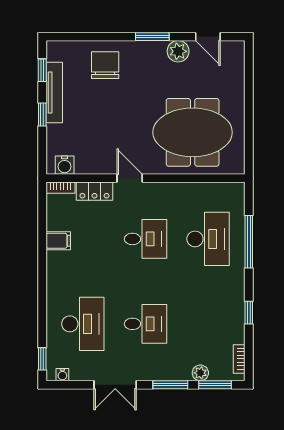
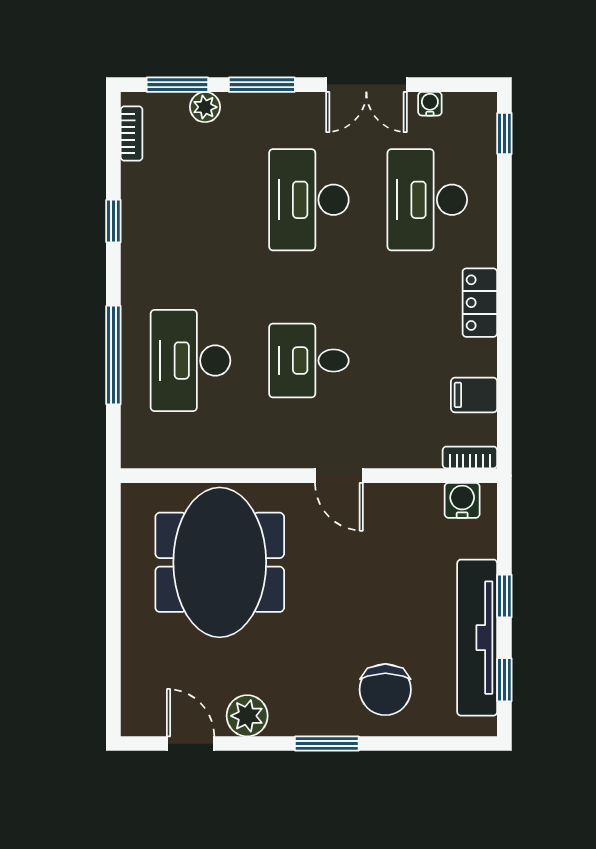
window: (152, 37) -> (327, 744), moved
tv unit: (54, 93) -> (477, 638), width x1.36, depth x1.29
meeting table: (193, 132) -> (220, 562), turned 90
locker: (94, 191) -> (480, 303), moved, turned -90
filing cabinet: (58, 241) -> (474, 395), moved
desk: (145, 324) -> (309, 200), width x1.37
water cooler: (62, 375) -> (430, 104), moved
double door: (115, 385) -> (366, 85), swing flipped

